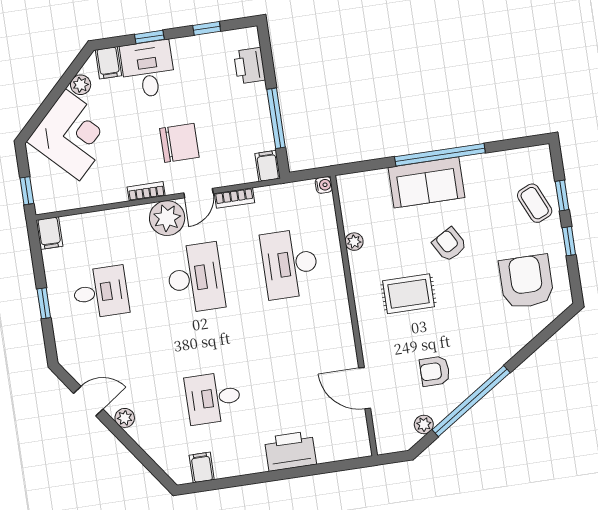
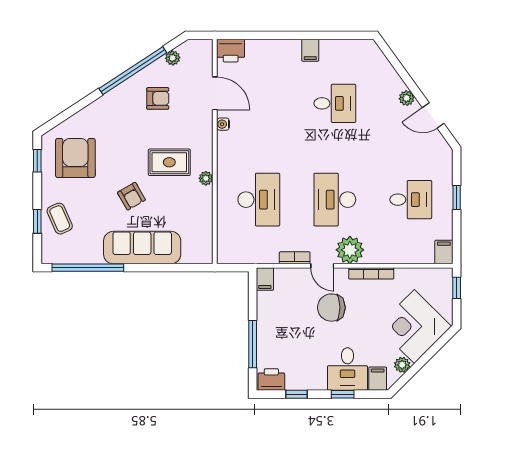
printer: (249, 66) -> (271, 380), moved, turned -90
window: (276, 118) -> (253, 344), moved
window: (440, 155) -> (88, 268), moved
sofa: (426, 182) -> (142, 248), width x1.36
water cooler: (324, 185) -> (223, 124), moved
bookcase: (146, 191) -> (371, 273), width x1.56
door: (198, 193) -> (322, 266), swing flipped
window: (569, 241) -> (37, 161), moved
plant: (354, 242) -> (206, 178), moved
armchair: (526, 282) -> (75, 158), turned 180
desk: (101, 292) -> (411, 200), turned 180
printer: (290, 451) -> (231, 51), moved, width x0.73, depth x0.84
filing cabinet: (202, 467) -> (310, 50), moved

